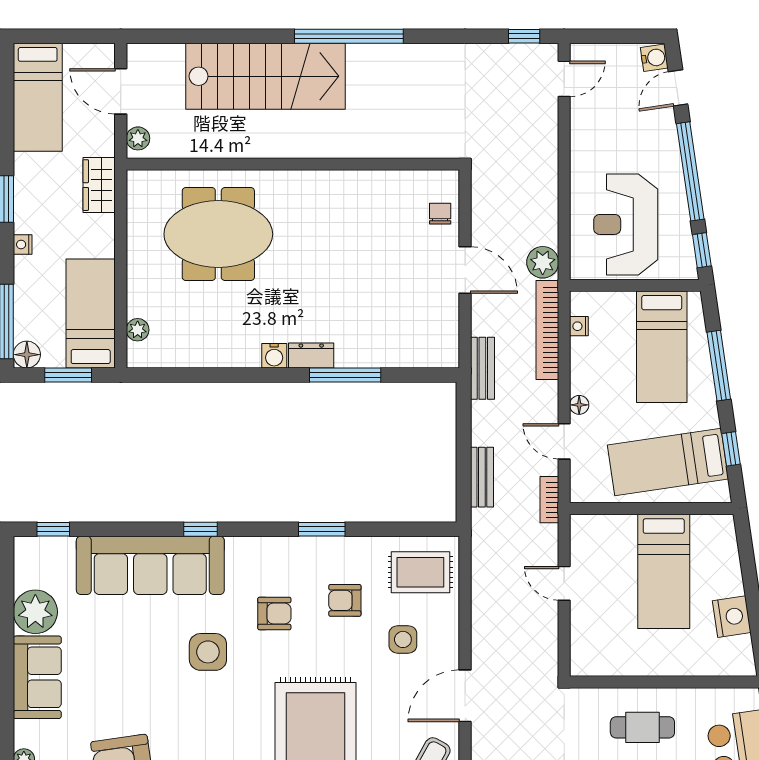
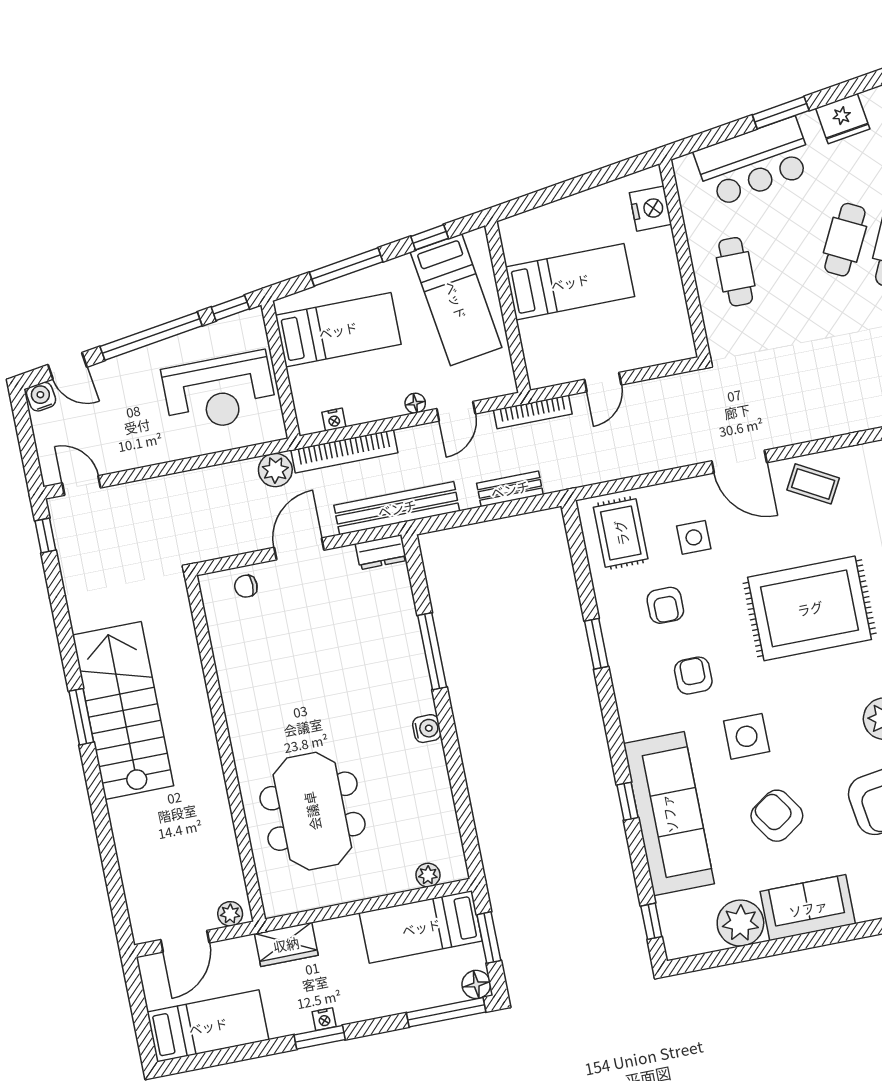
window: (349, 36) -> (81, 717), width x0.47
stairs: (265, 76) -> (123, 710), moved
nightstand: (23, 244) -> (324, 1019), moved
dresser: (311, 355) -> (381, 552), moved, turned -90
bench: (482, 368) -> (397, 508), width x1.86, depth x1.21
bookcase: (549, 500) -> (533, 412), width x1.56
window: (201, 529) -> (628, 801), moved
nightstand: (732, 617) -> (650, 209), moved, turned 98
armchair: (128, 665) -> (777, 816), added

